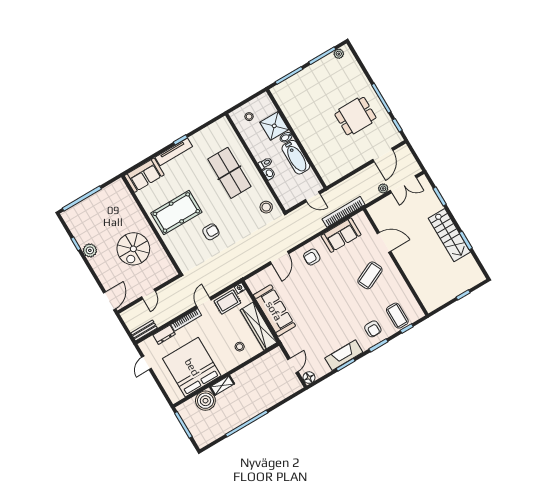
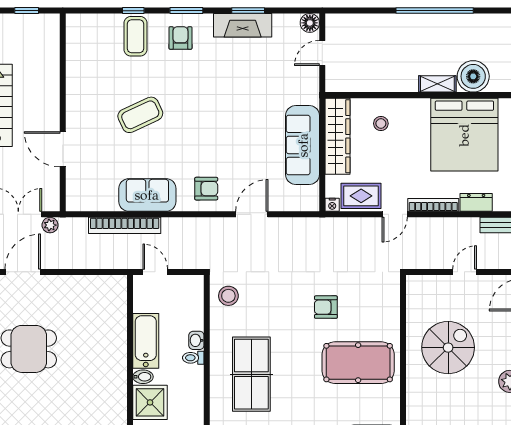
door: (384, 242) -> (63, 149), moved
wall: (396, 262) -> (63, 112), moved

